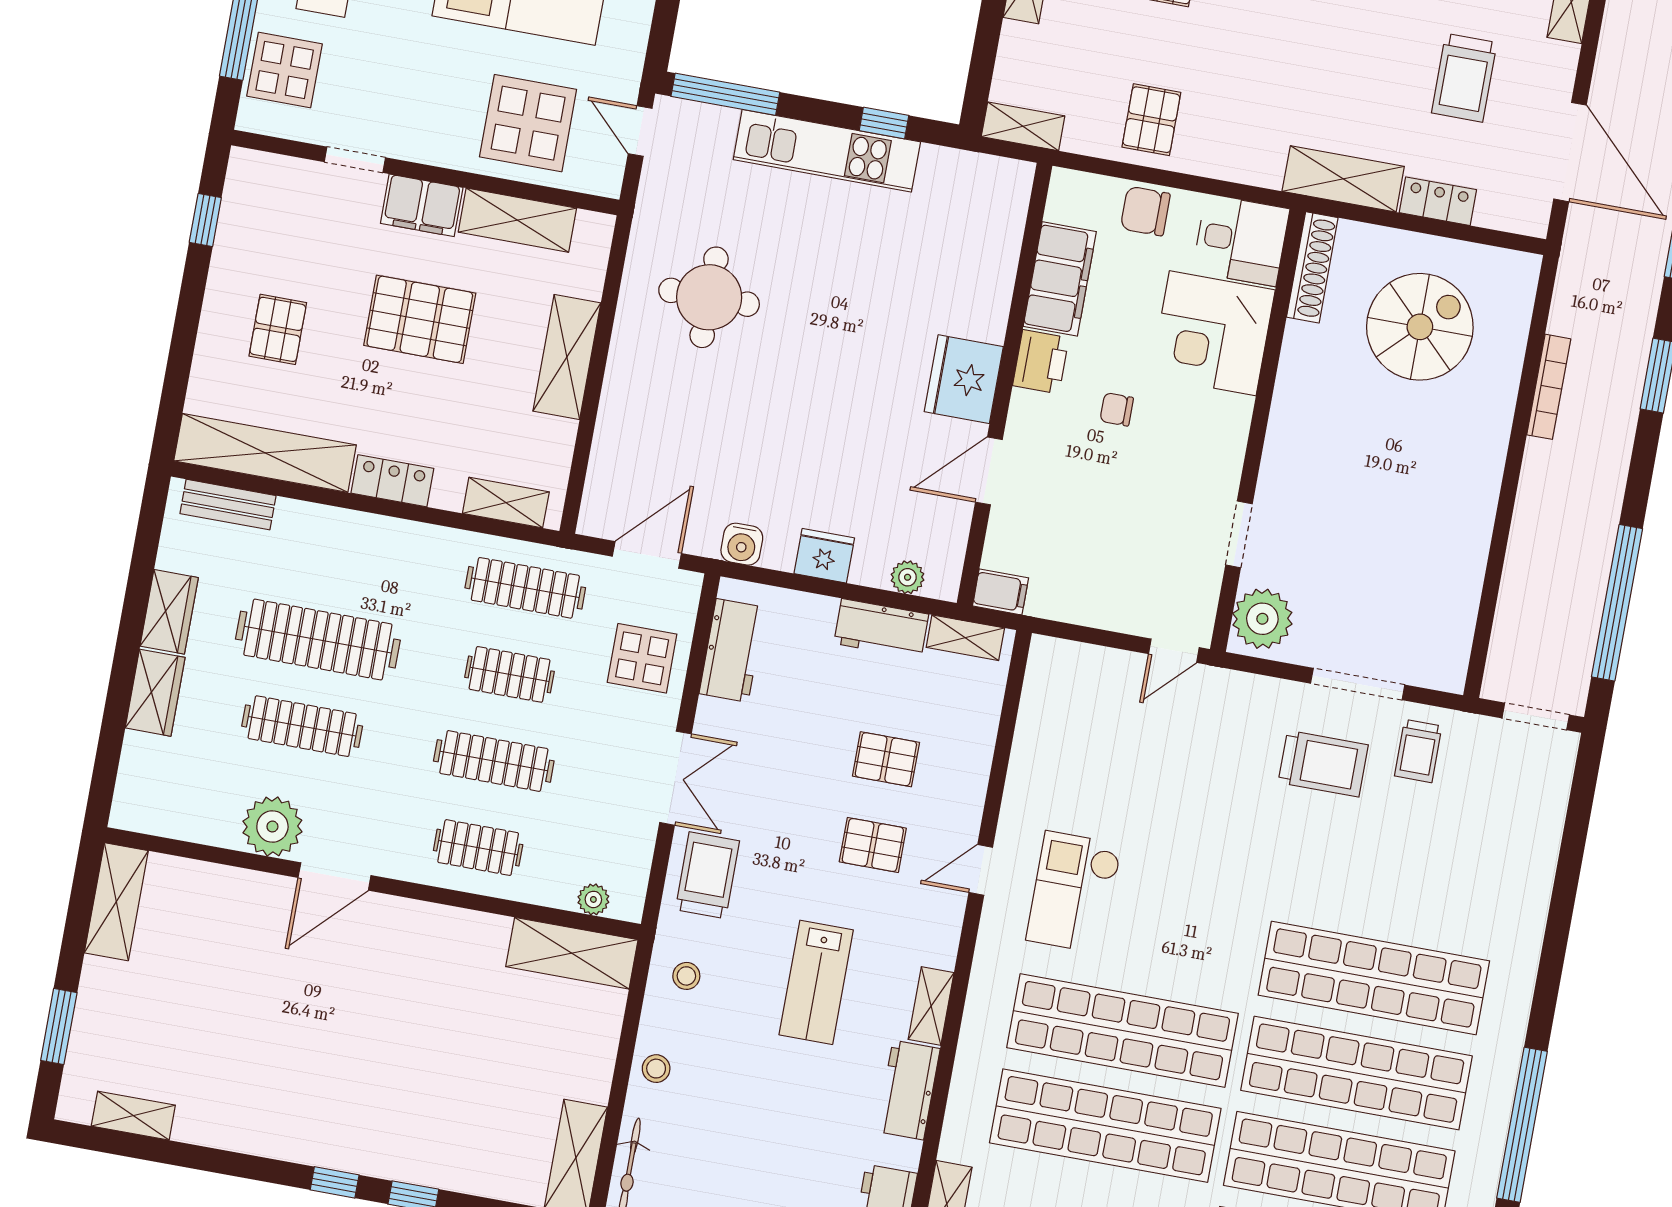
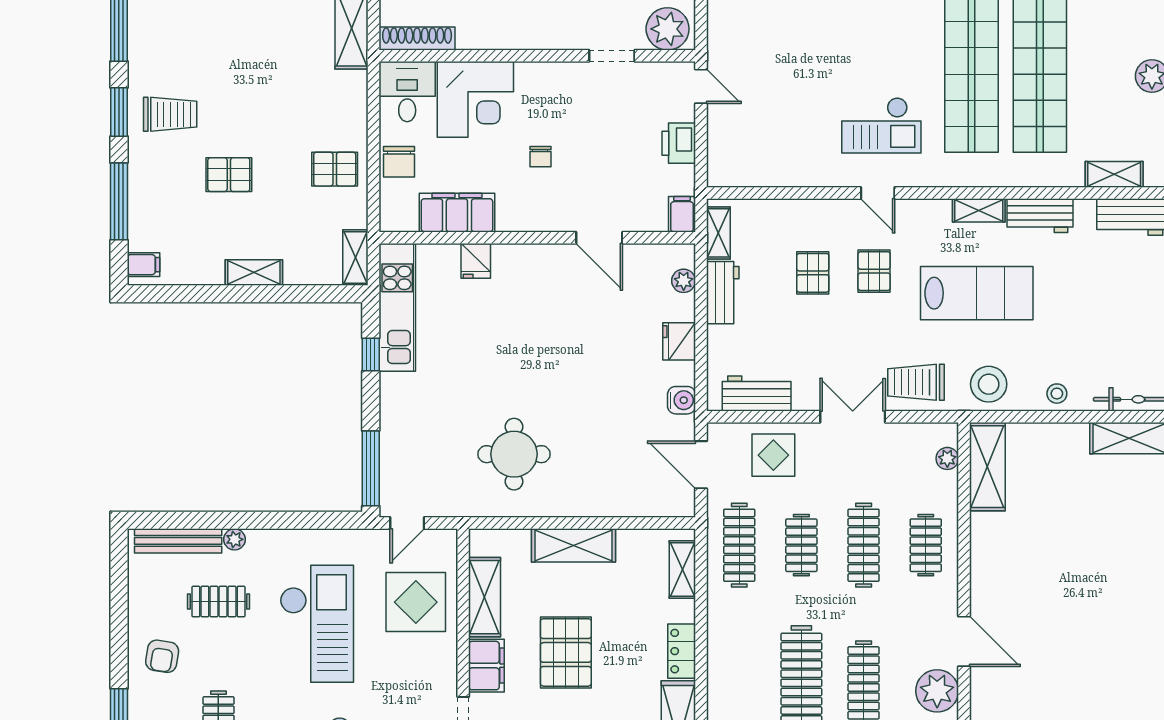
kitchen unit: (827, 151) -> (397, 307), moved
printer: (1041, 362) -> (679, 143), moved, turned -90
fridge: (964, 379) -> (476, 261), moved, width x0.53, depth x0.75
stool: (686, 976) -> (989, 384), width x1.89, depth x1.89
lab bench: (816, 982) -> (977, 293), width x1.36, depth x1.39

